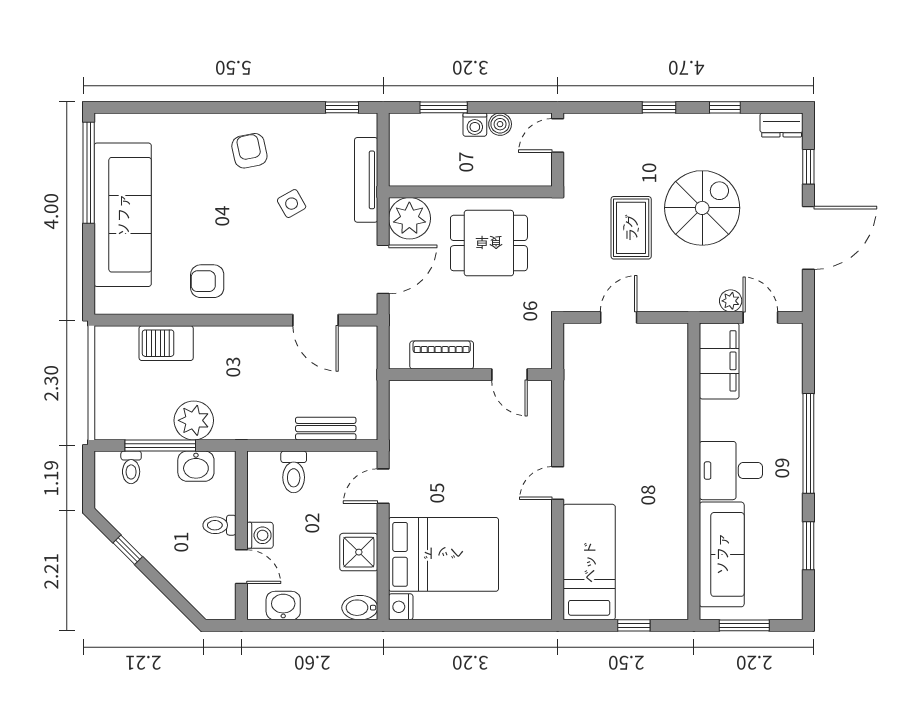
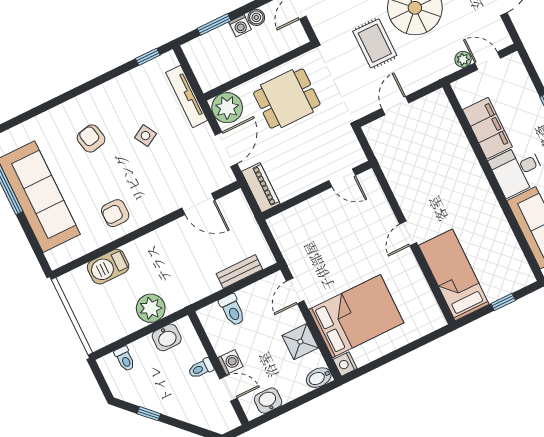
armchair: (249, 151) -> (91, 138), moved
piano: (442, 355) -> (261, 188), moved, turned 90
filing cabinet: (719, 361) -> (487, 128), moved
window: (160, 445) -> (137, 335), removed

